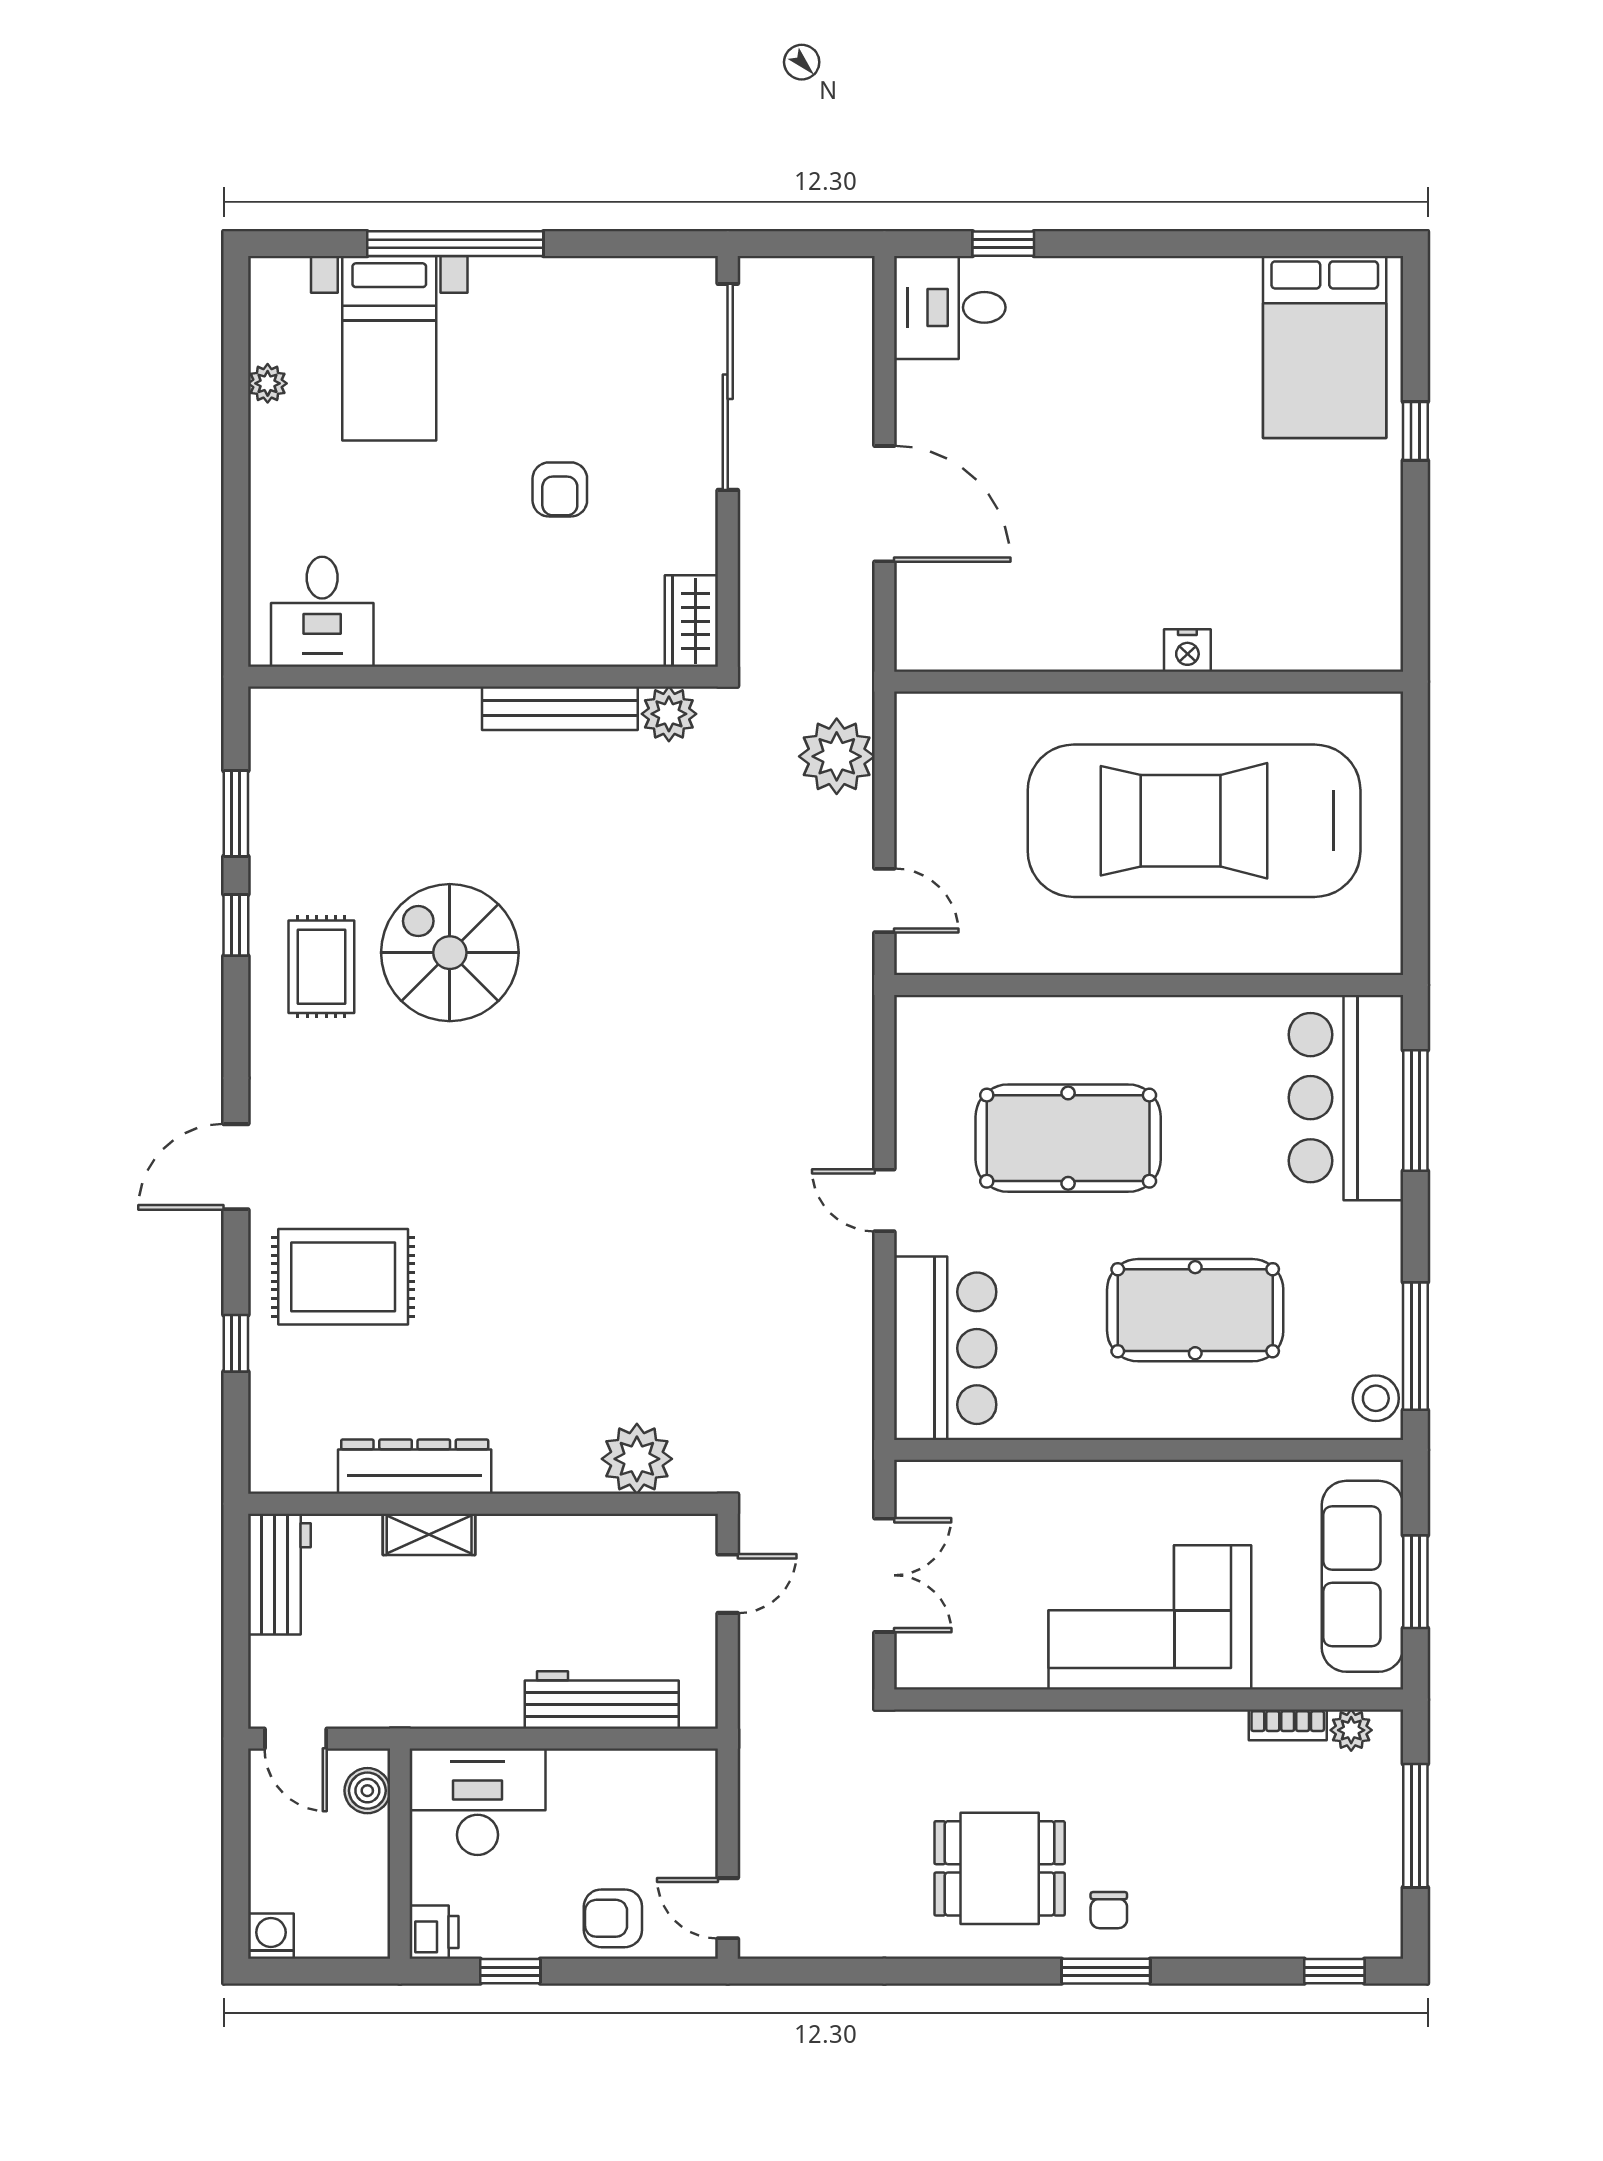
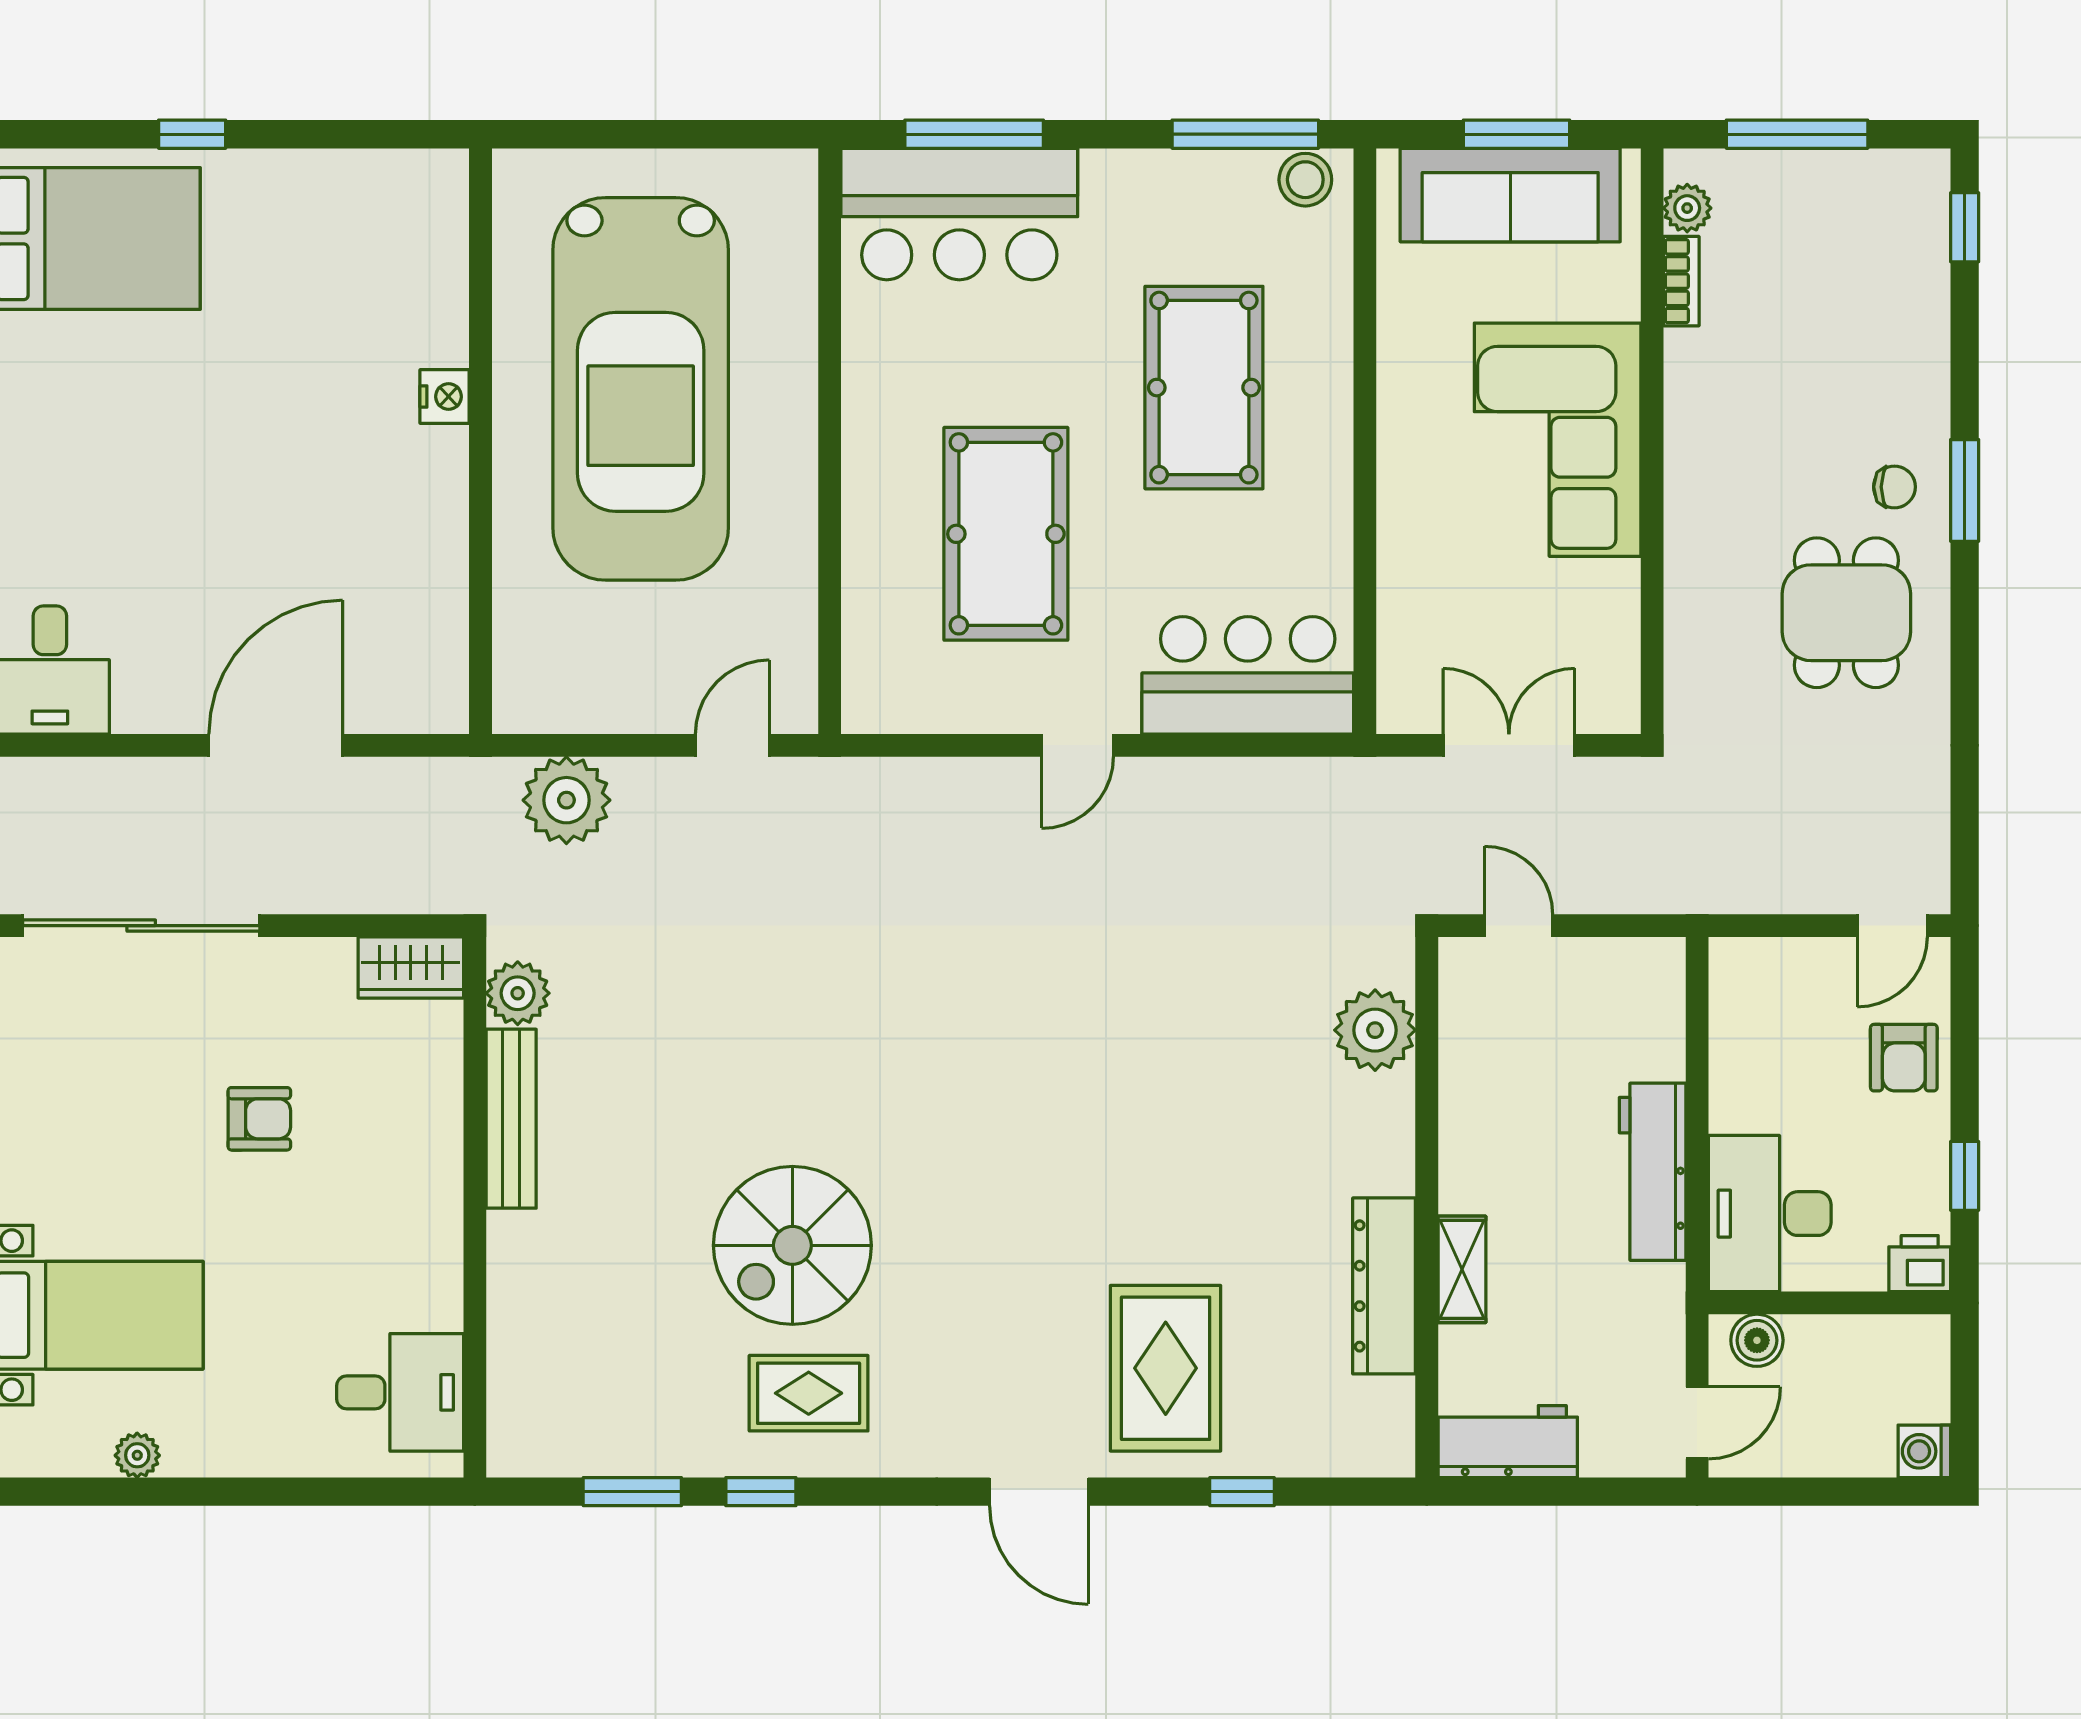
workbench: (602, 1700) -> (1653, 1172), moved

